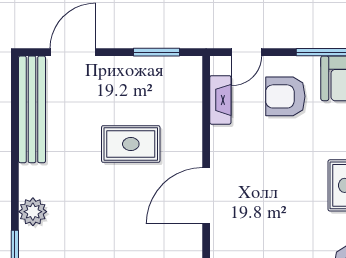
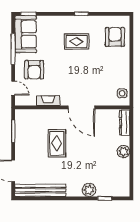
fireplace: (220, 100) -> (48, 101), moved

